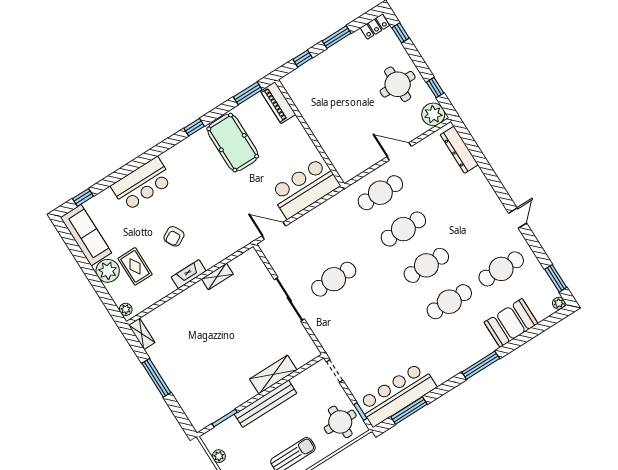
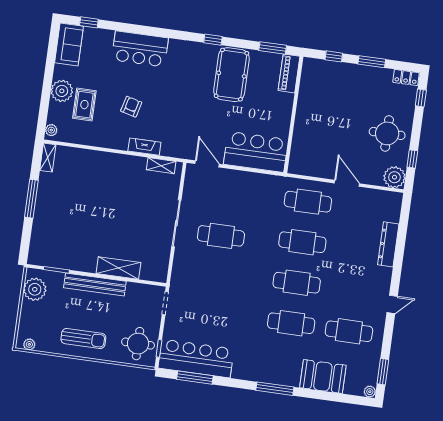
dresser: (459, 150) -> (388, 244), moved
sofa: (86, 235) -> (69, 44), width x0.73
armchair: (174, 236) -> (131, 107), turned 133
fireplace: (189, 274) -> (144, 147), moved
shelving: (217, 276) -> (161, 166), moved
plant: (219, 456) -> (35, 289), width x1.87, depth x1.87

